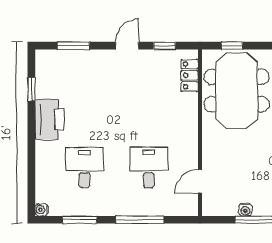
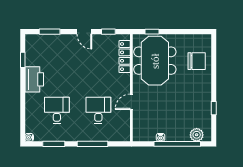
door: (127, 46) -> (84, 32), swing flipped
locker: (190, 75) -> (125, 57), width x1.53
door: (200, 181) -> (131, 102), moved

